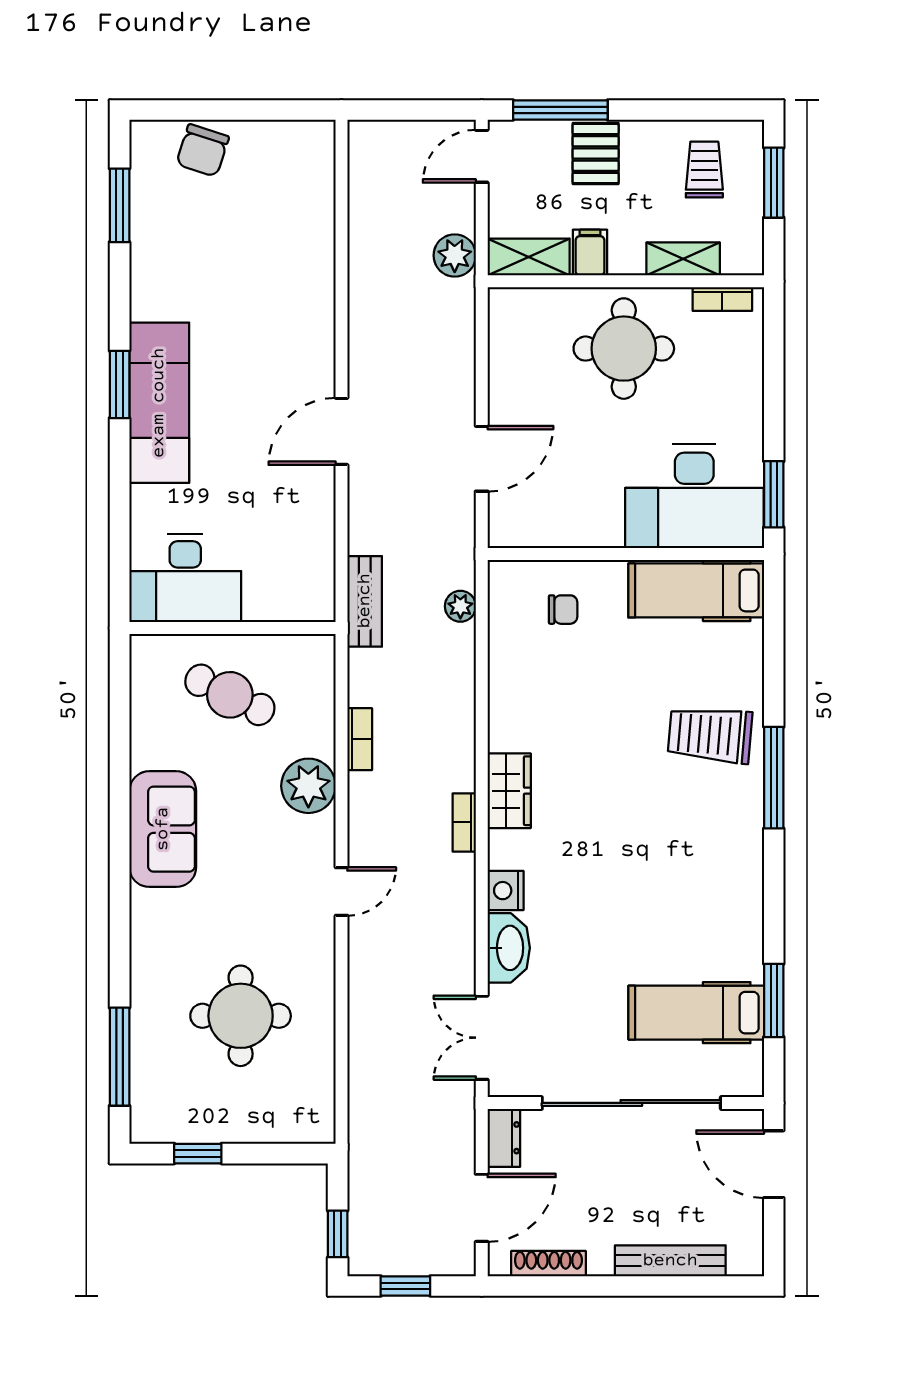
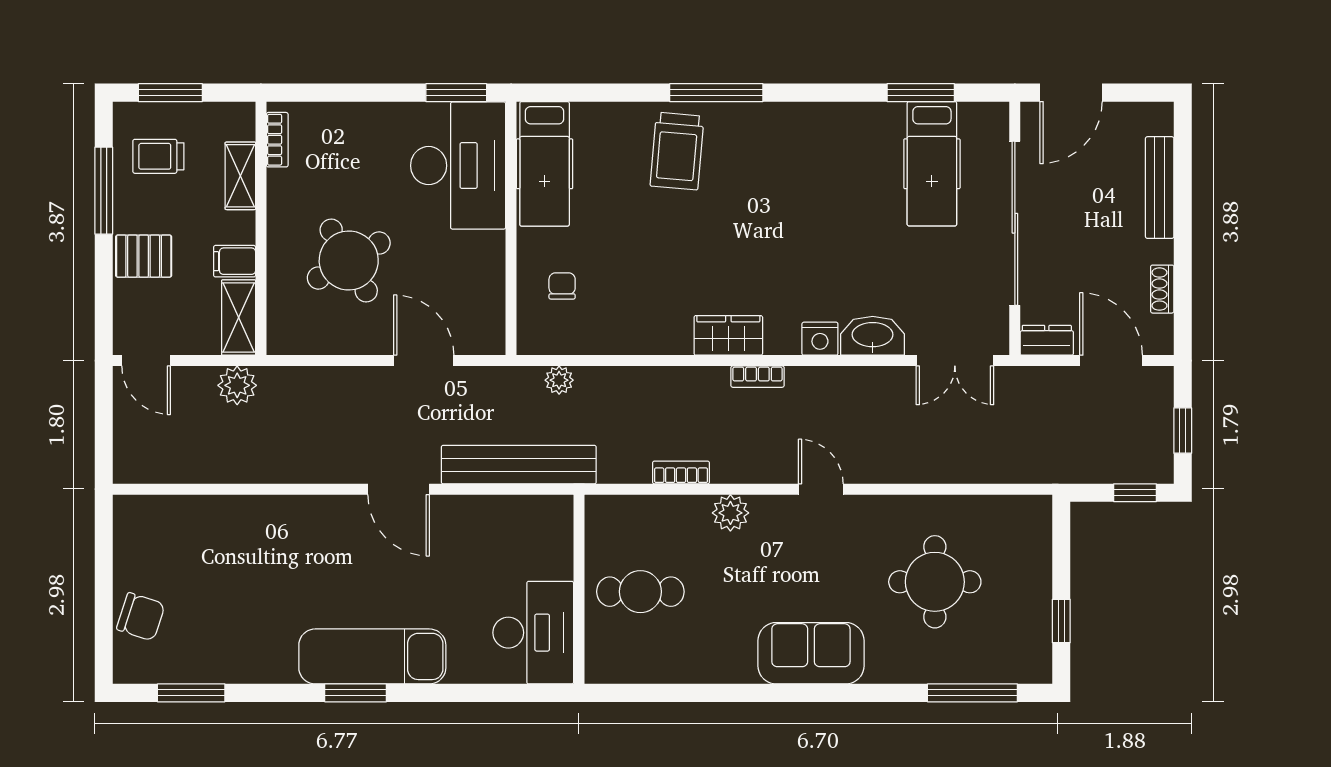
window: (560, 110) -> (104, 191), moved
round table: (624, 349) -> (349, 261), moved, turned -30
bench: (365, 601) -> (519, 465), width x1.86, depth x1.21
cafe table: (230, 695) -> (640, 592), turned 64
plant: (308, 786) -> (730, 513), width x0.73, depth x0.73
sofa: (163, 829) -> (811, 653), moved
shoe rack: (548, 1264) -> (1162, 289), width x0.70

